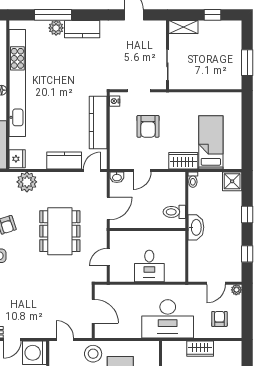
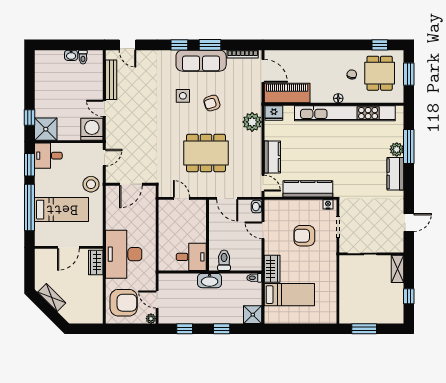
desk: (149, 266) -> (191, 257), moved, turned 180
armchair: (219, 319) -> (124, 303), width x1.88, depth x1.88
wardrobe: (200, 349) -> (96, 262), moved

